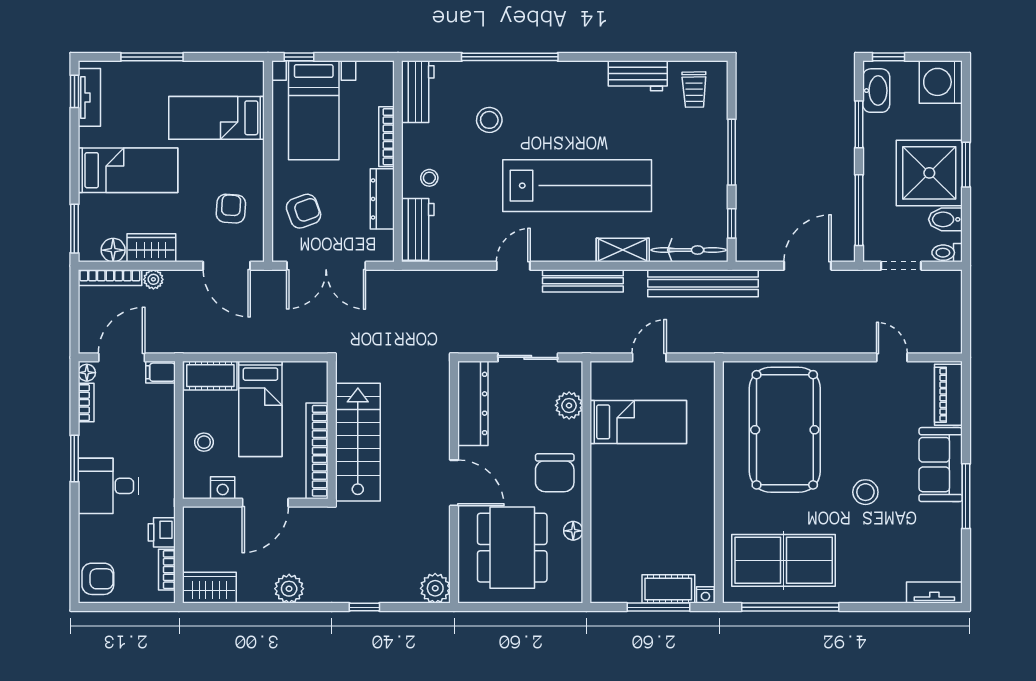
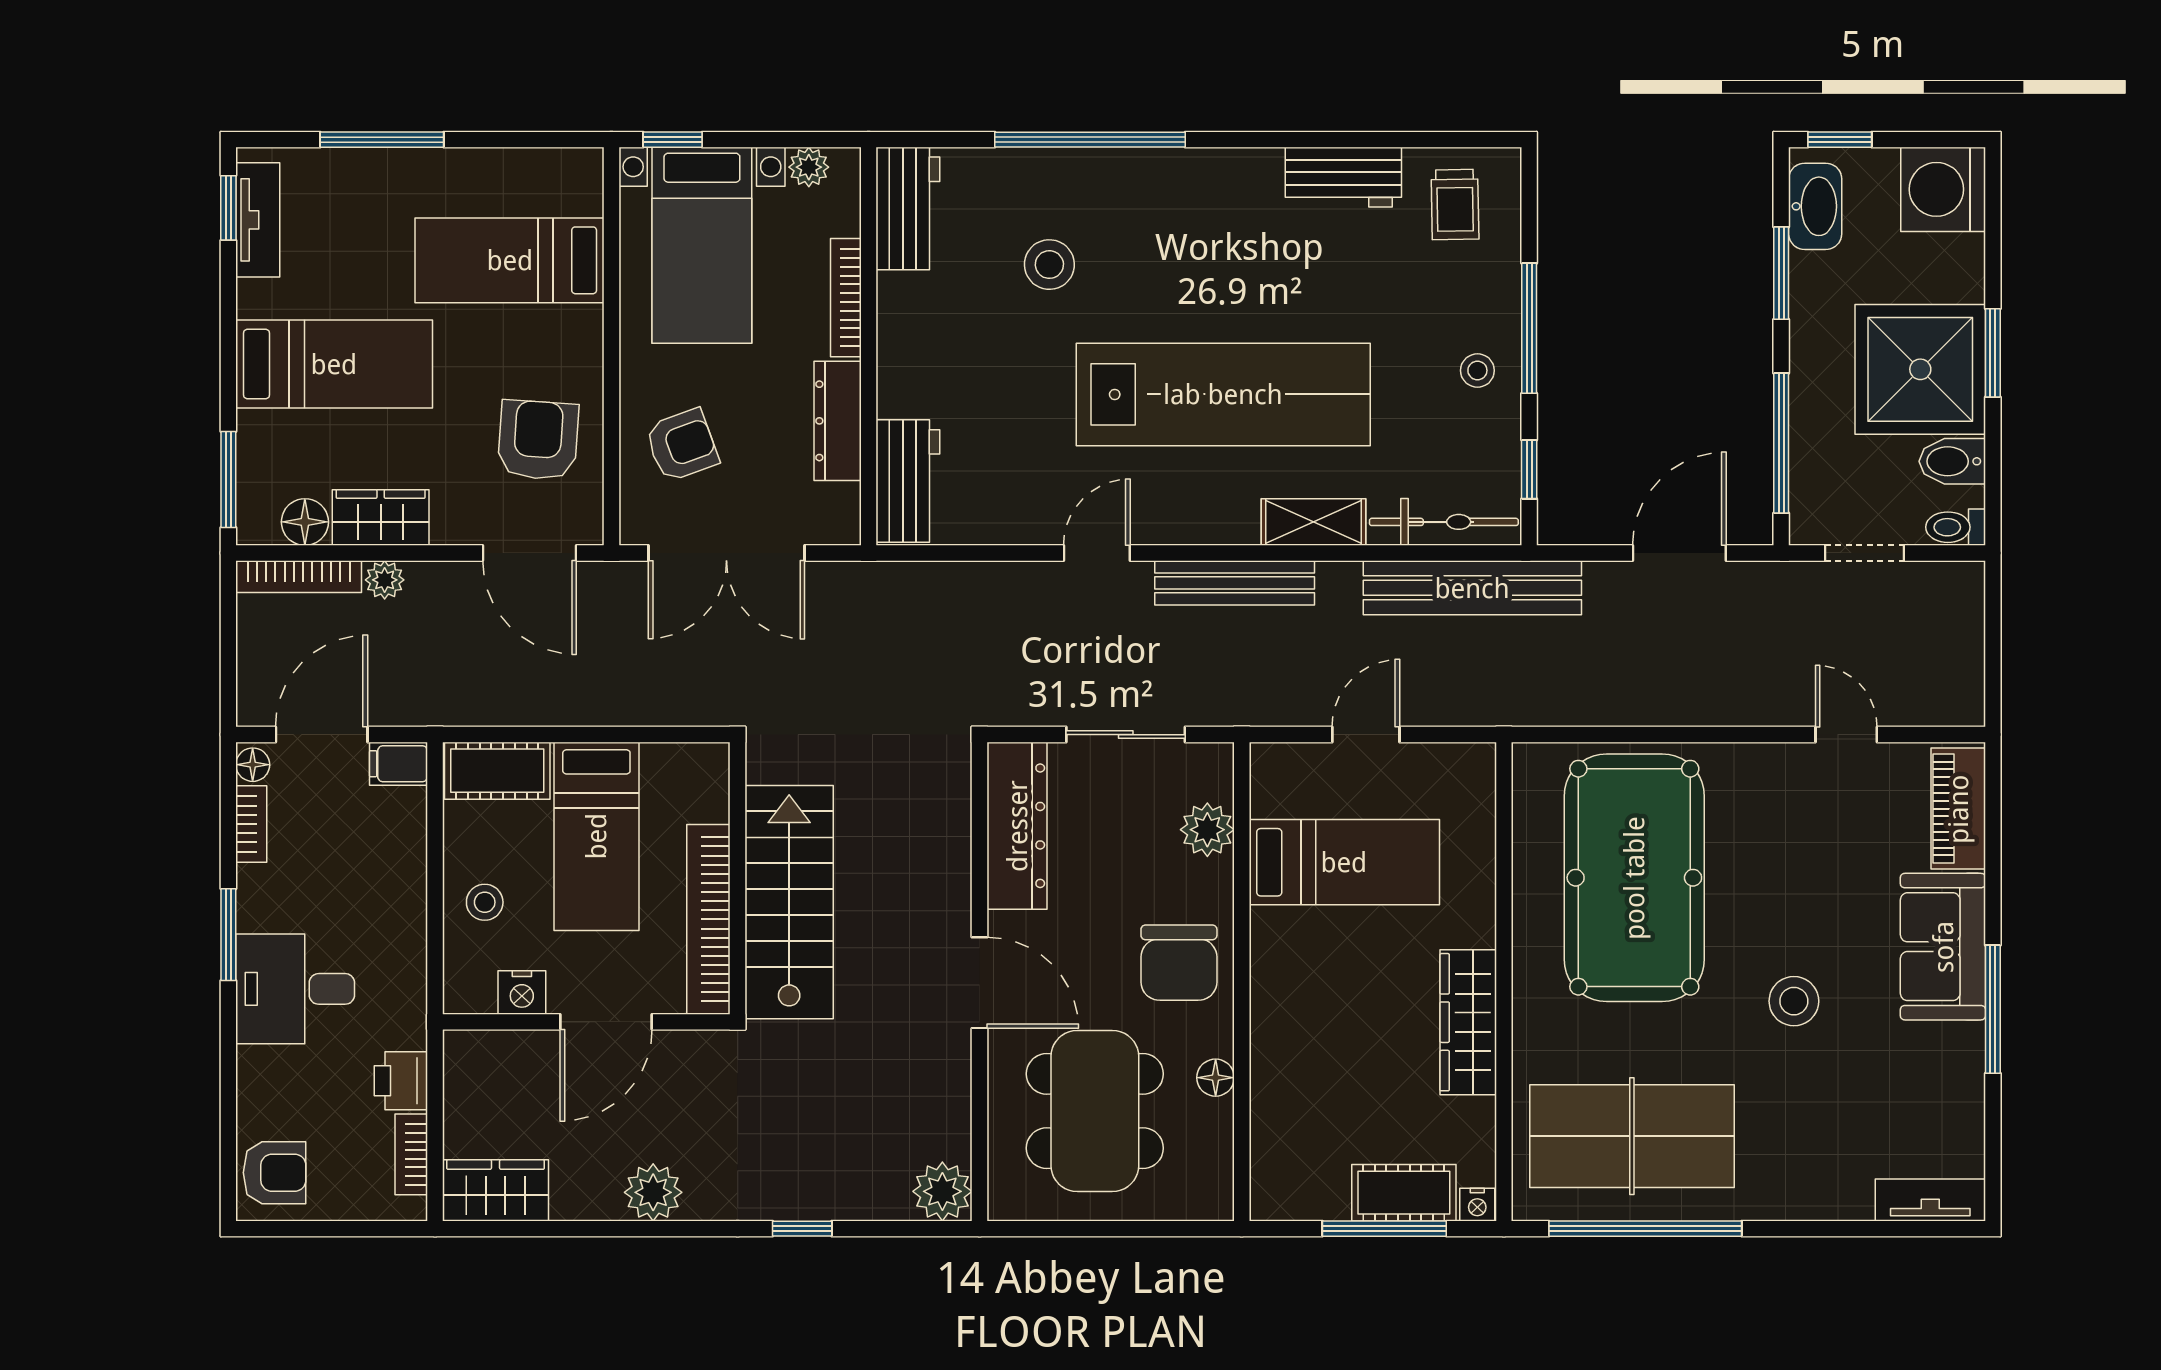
plant: (368, 71) -> (809, 167), added
stool: (429, 178) -> (1477, 370), moved
armchair: (231, 209) -> (538, 440), width x1.38, depth x1.38
wardrobe: (701, 503) -> (1468, 1022), added

